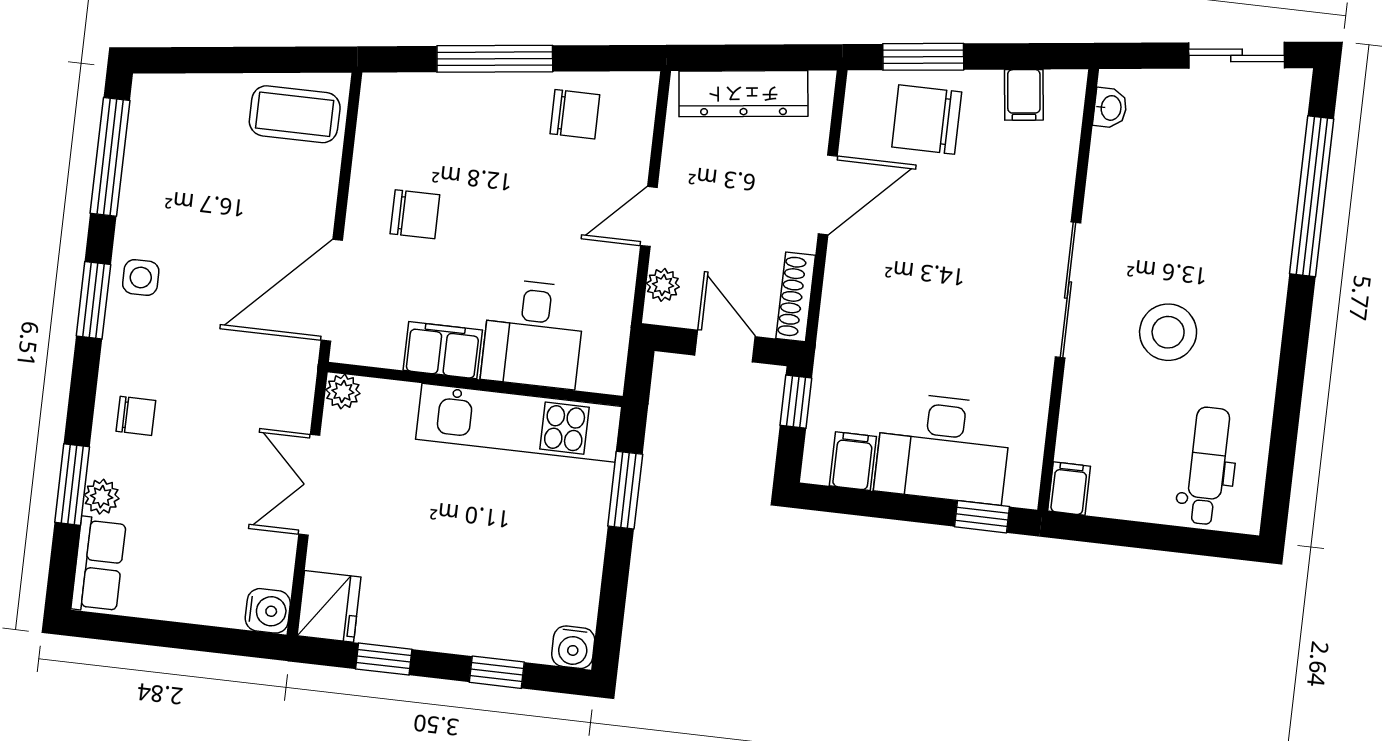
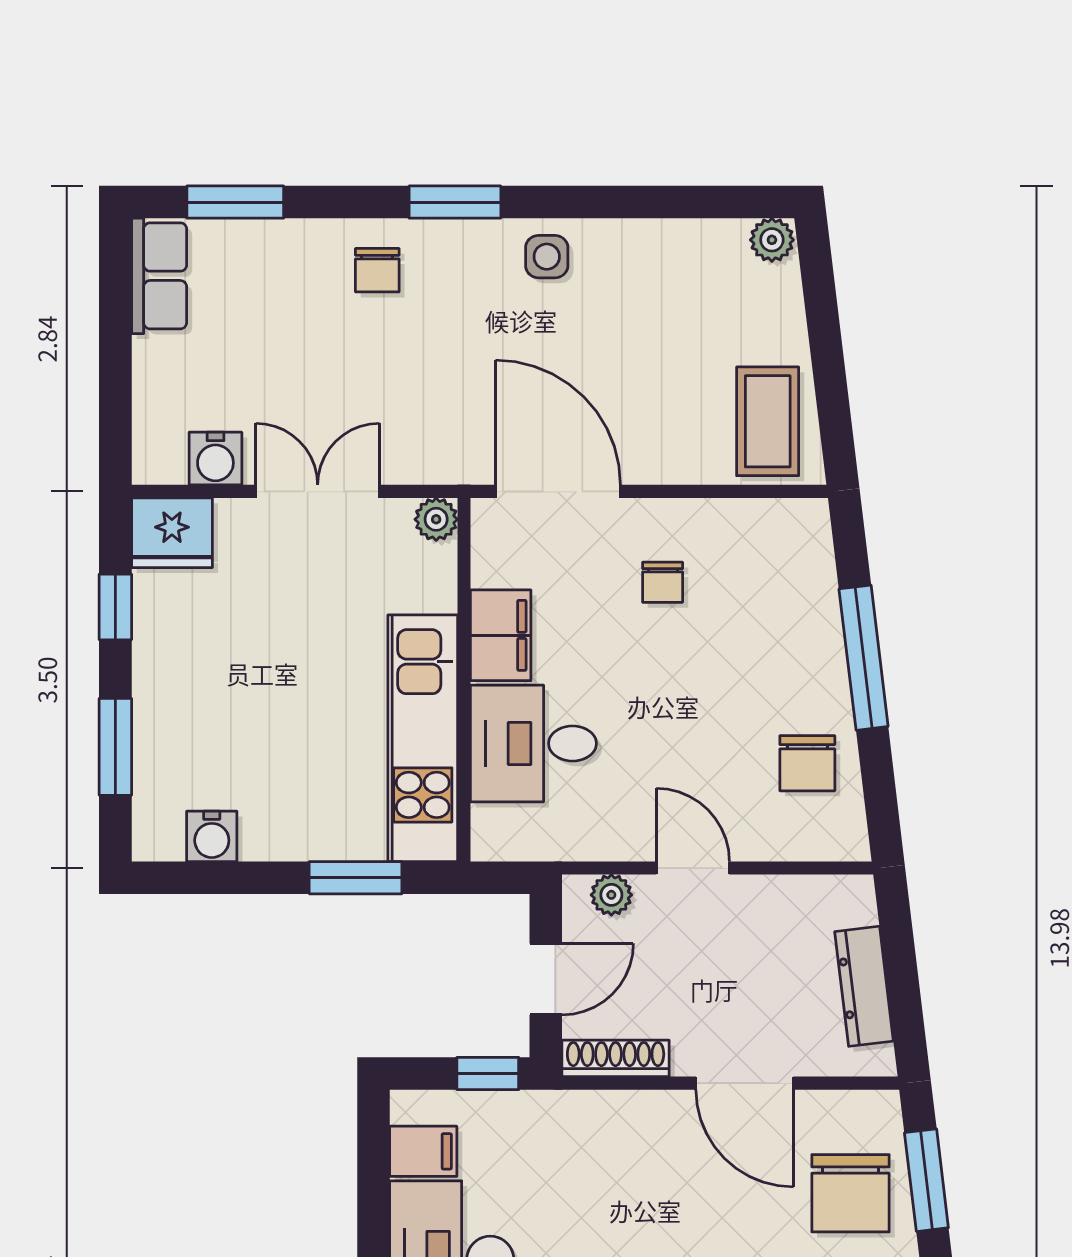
dresser: (743, 94) -> (864, 986), width x0.73, depth x0.80
chair: (927, 120) -> (850, 1193), turned 180
window: (110, 157) -> (689, 202), removed
chair: (415, 214) -> (663, 582), width x0.73, depth x0.73
window: (93, 300) -> (455, 202), moved
window: (72, 485) -> (235, 202), moved
plant: (102, 497) -> (772, 240), moved
row of seats: (99, 565) -> (159, 276), moved, turned -90
water cooler: (268, 611) -> (215, 459), moved
water cooler: (573, 647) -> (212, 836), moved, turned -90
window: (497, 672) -> (115, 747), width x1.50

